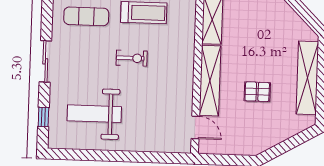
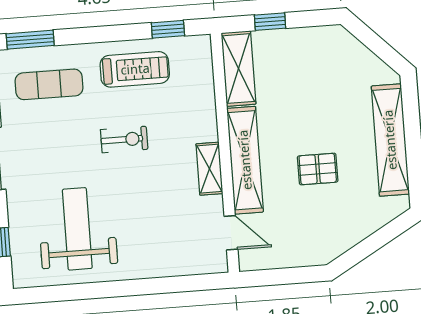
shelving: (186, 84) -> (209, 169), added
weight bench: (94, 114) -> (77, 229), turned 90

